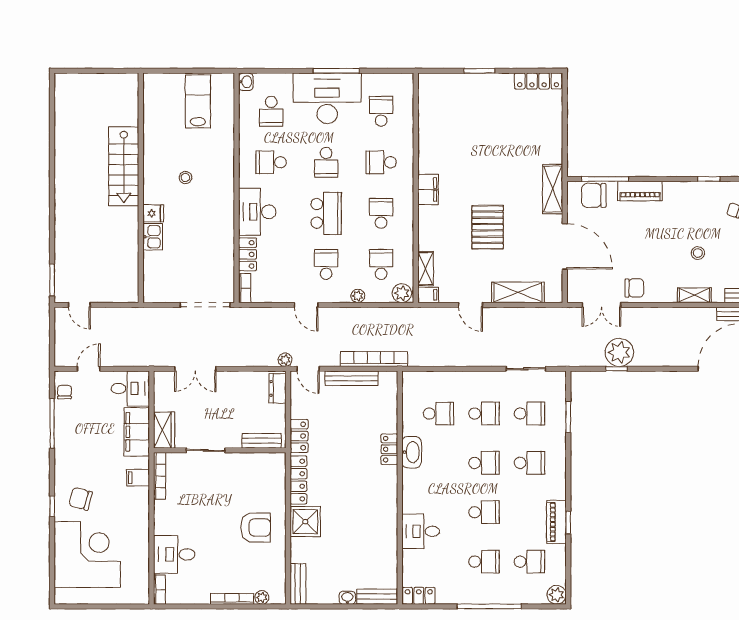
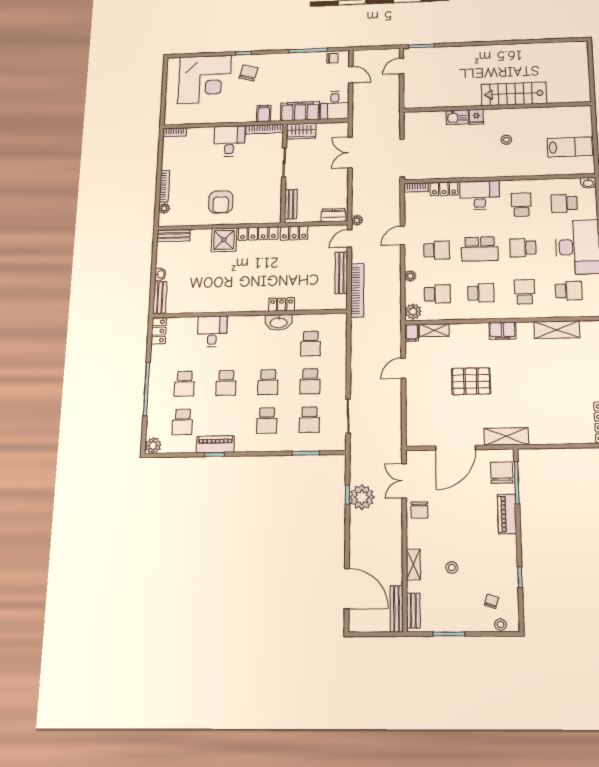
shelving: (518, 292) -> (557, 330), moved, turned 90
desk: (174, 554) -> (229, 141), moved

